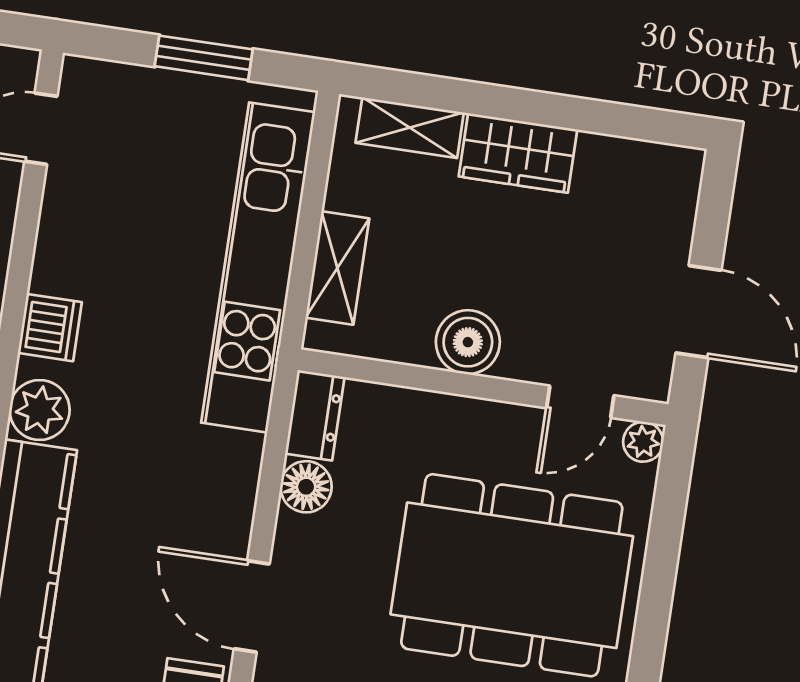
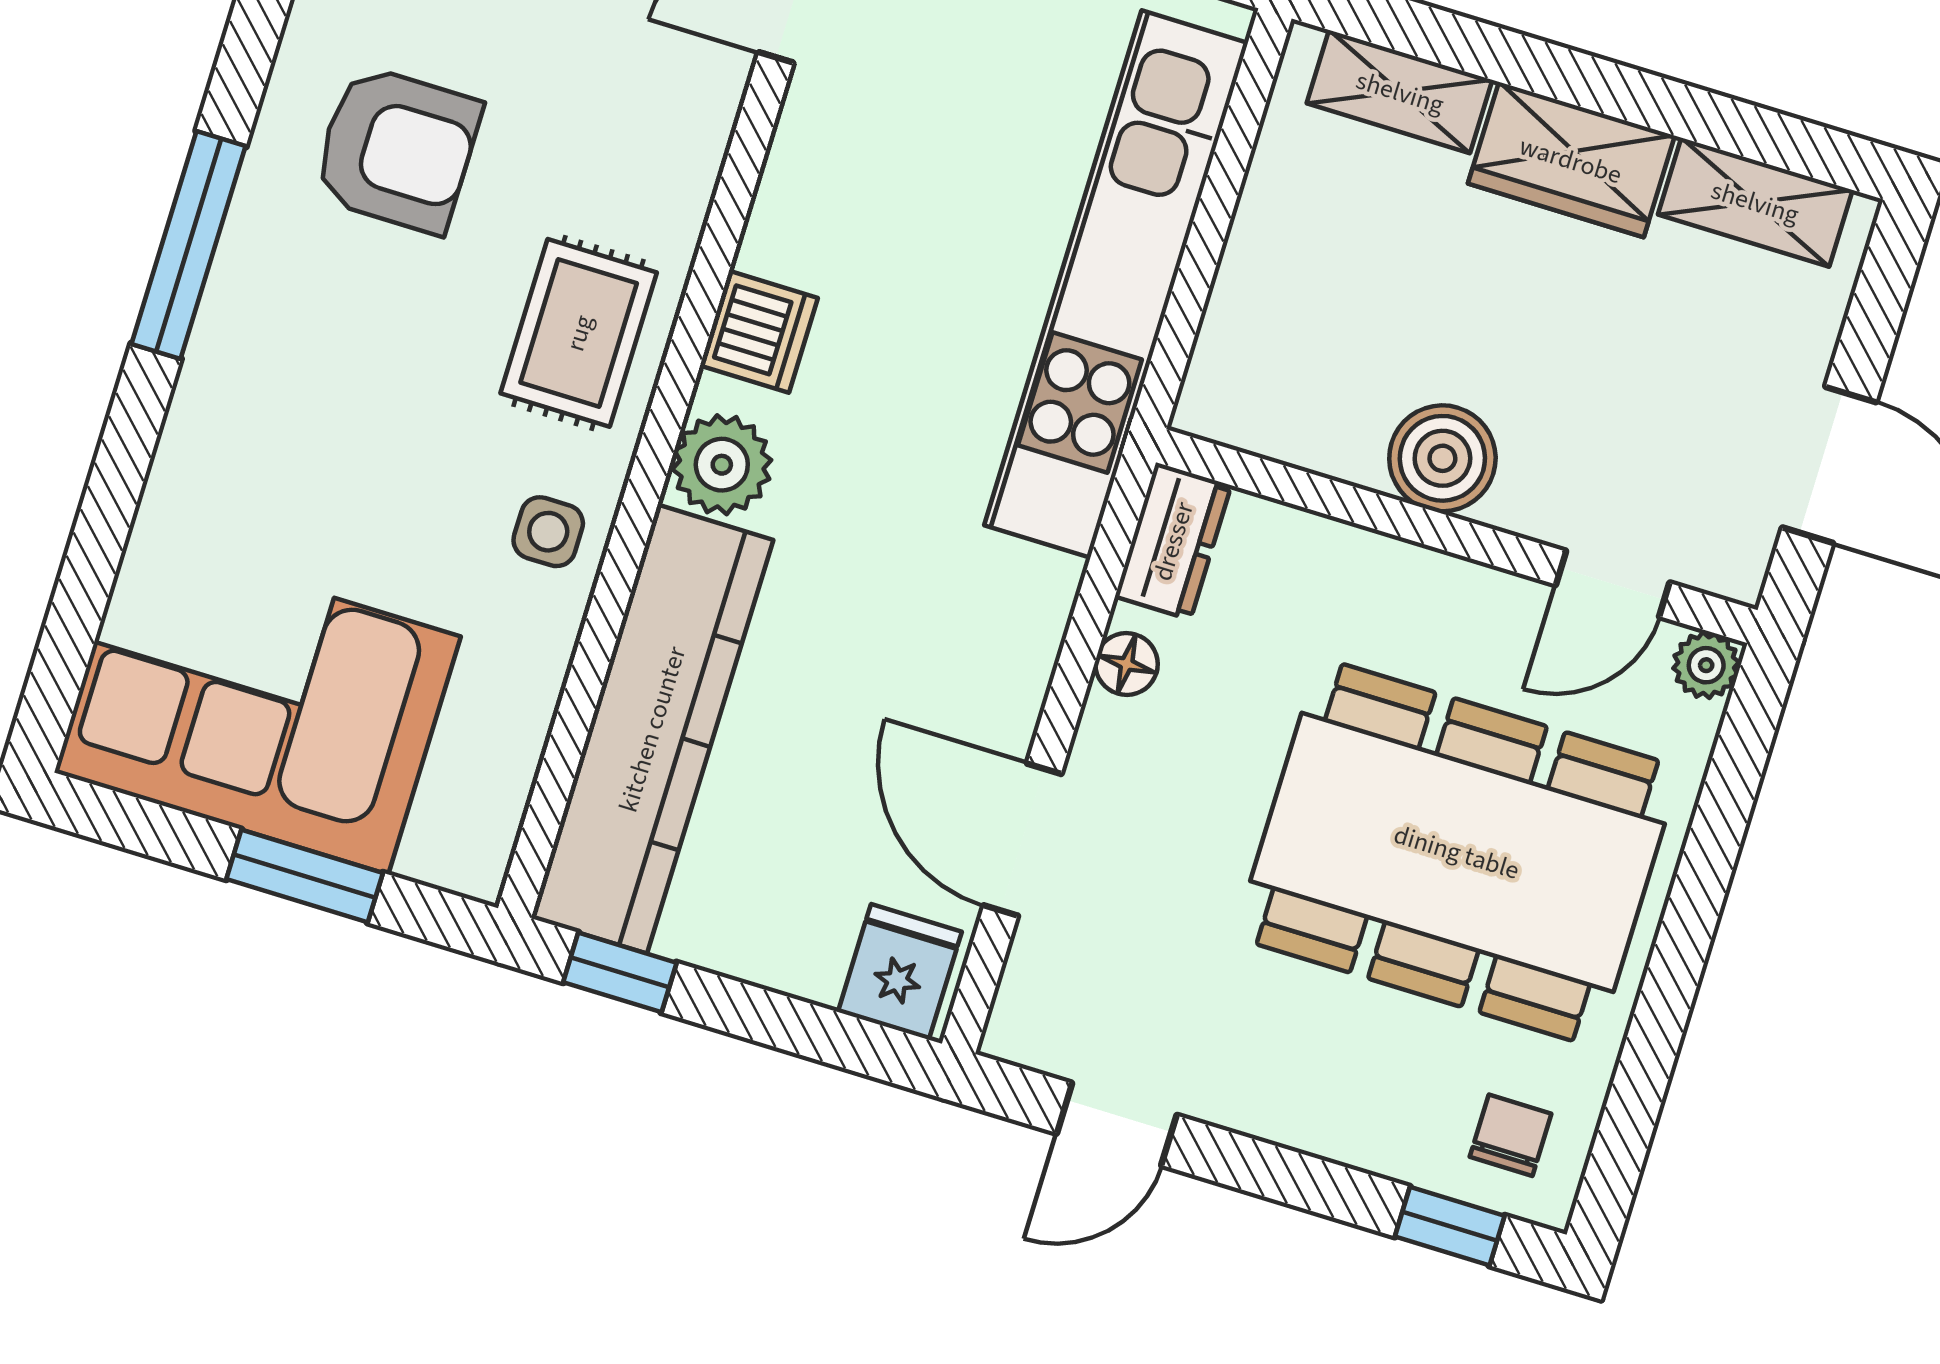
shelving: (337, 268) -> (1755, 202), moved, turned 90
floor lamp: (306, 487) -> (1127, 664), width x0.73, depth x0.73

